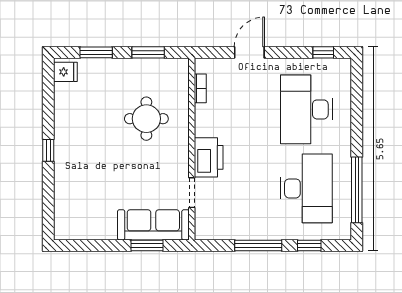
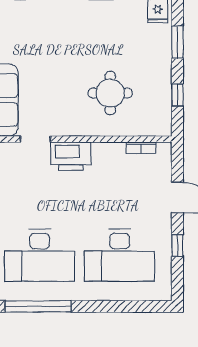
window: (148, 52) -> (177, 95), width x0.67
window: (323, 52) -> (177, 245), moved
desk: (306, 109) -> (120, 255), turned 180

